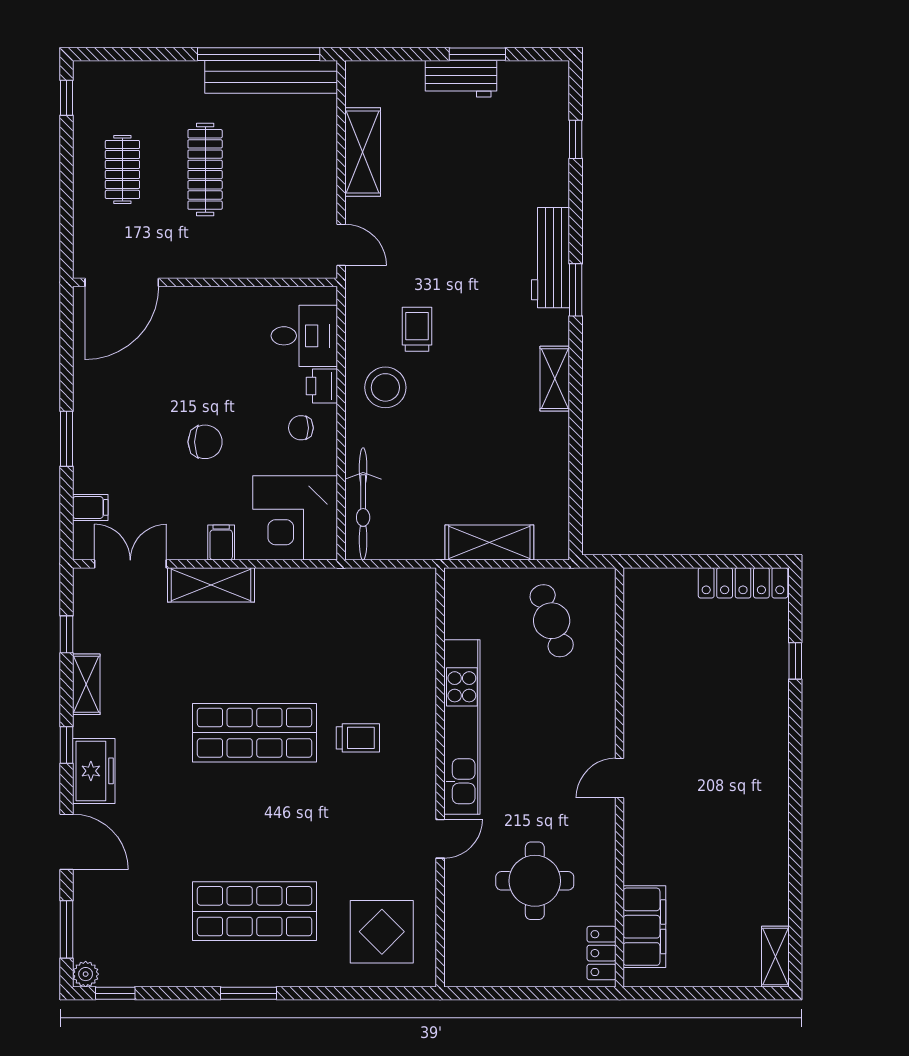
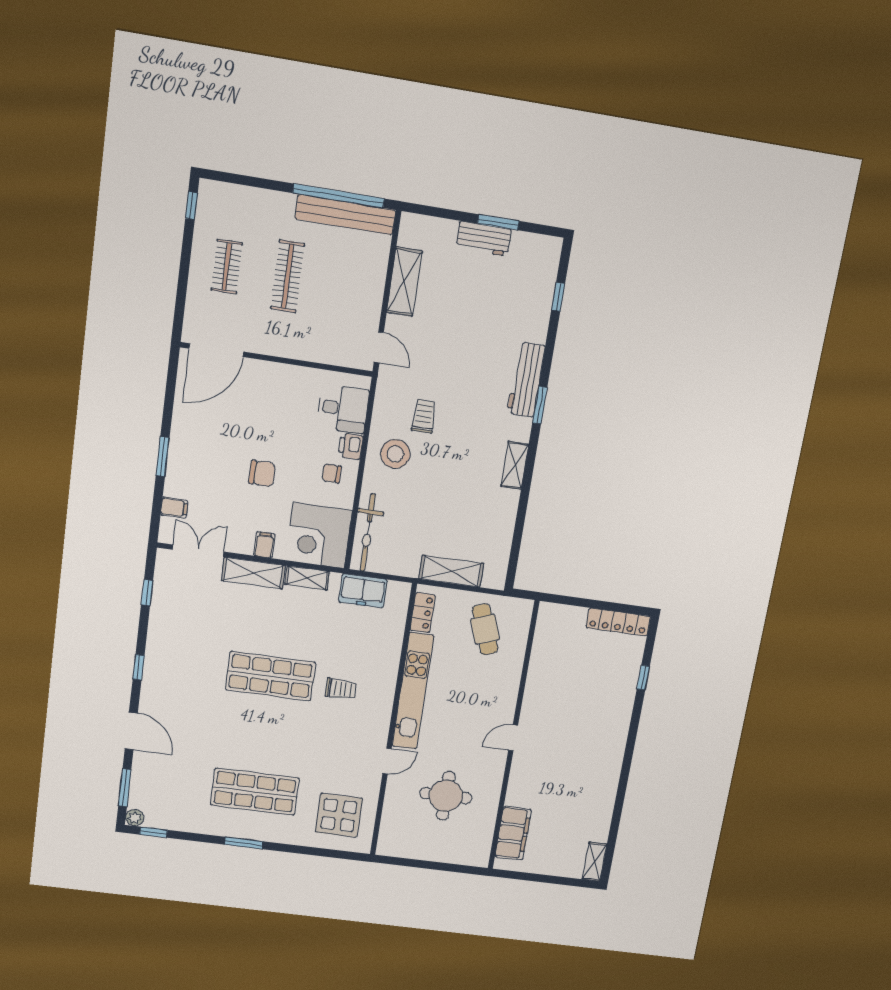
shelving: (86, 684) -> (307, 578), moved, turned 90
freezer: (94, 771) -> (363, 591), moved, turned 90
locker: (601, 953) -> (423, 613), moved, turned 180

